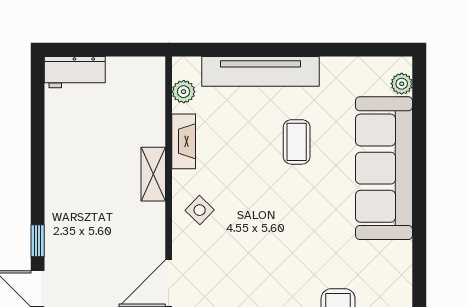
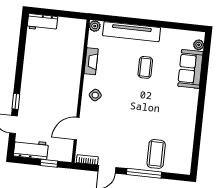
plant: (184, 92) -> (95, 26), moved
sofa: (384, 168) -> (190, 69), width x0.54, depth x0.79
shelving: (153, 174) -> (75, 75), removed

